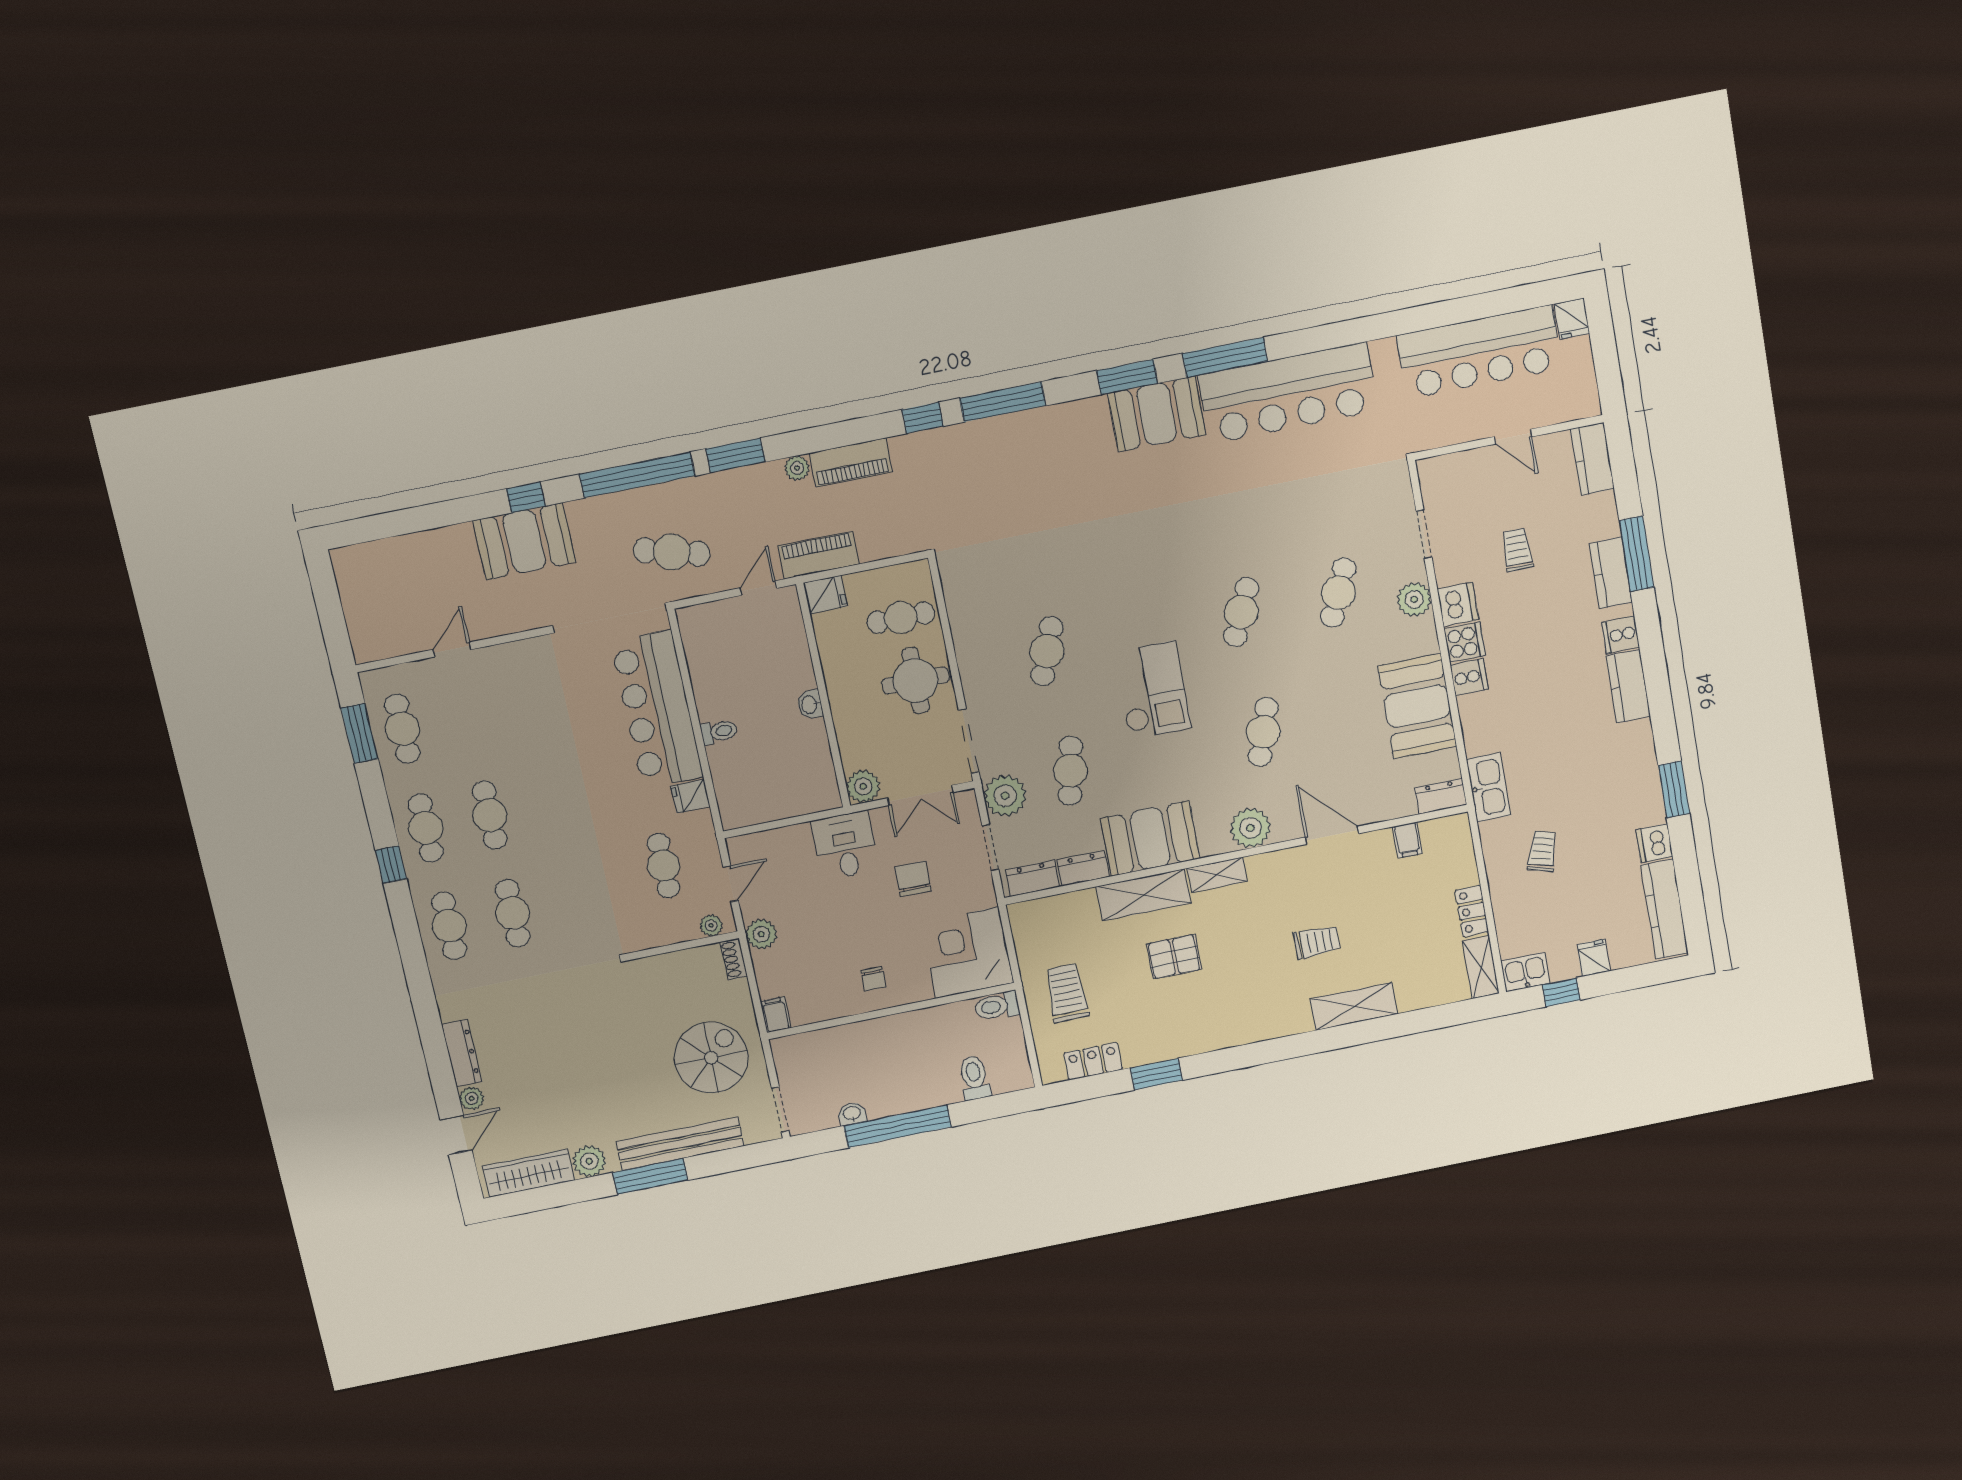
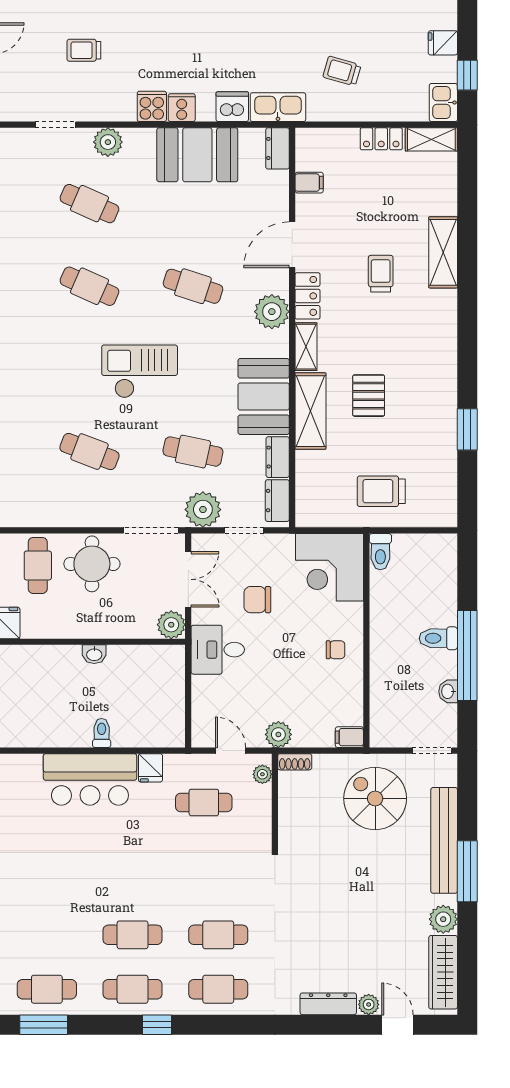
dishwasher: (1458, 604) -> (232, 107), moved
bar counter: (657, 709) -> (90, 779), width x0.73
locker: (1093, 1061) -> (308, 296), moved, turned 180
toilet: (974, 1078) -> (438, 638), moved

